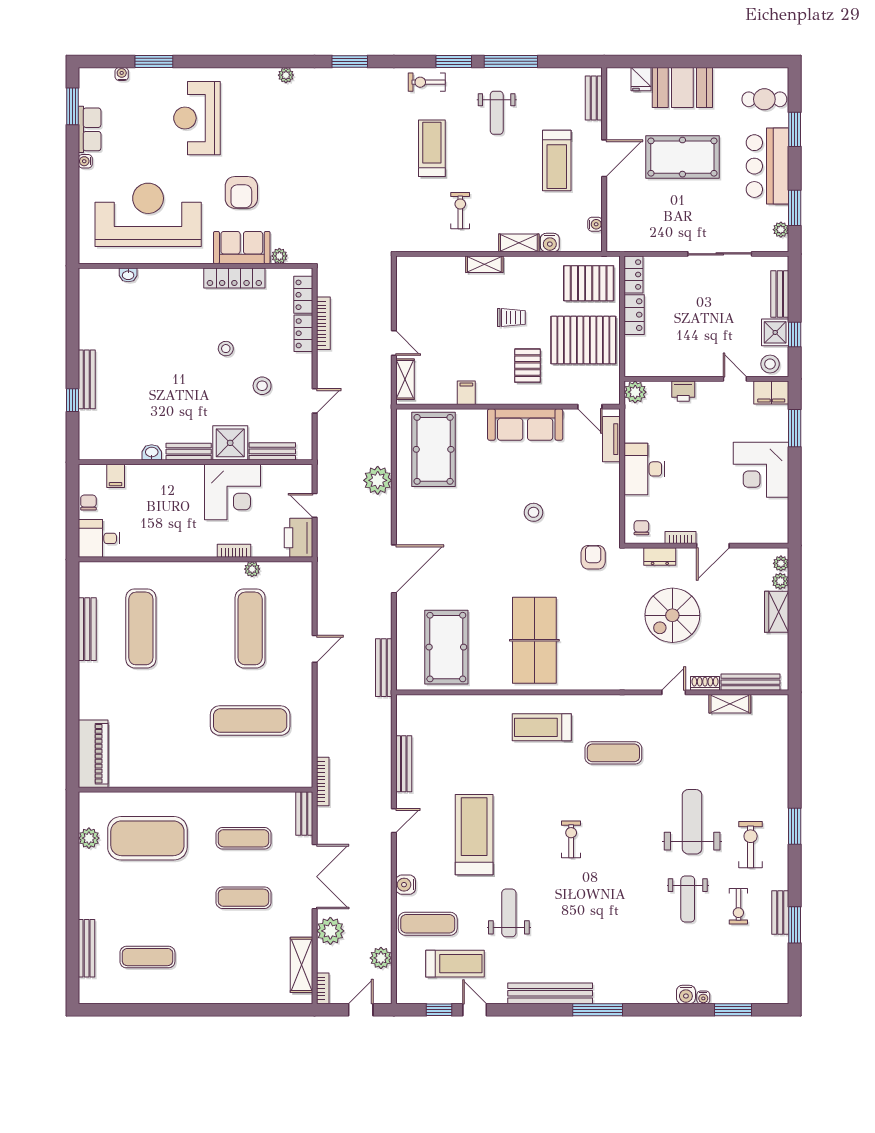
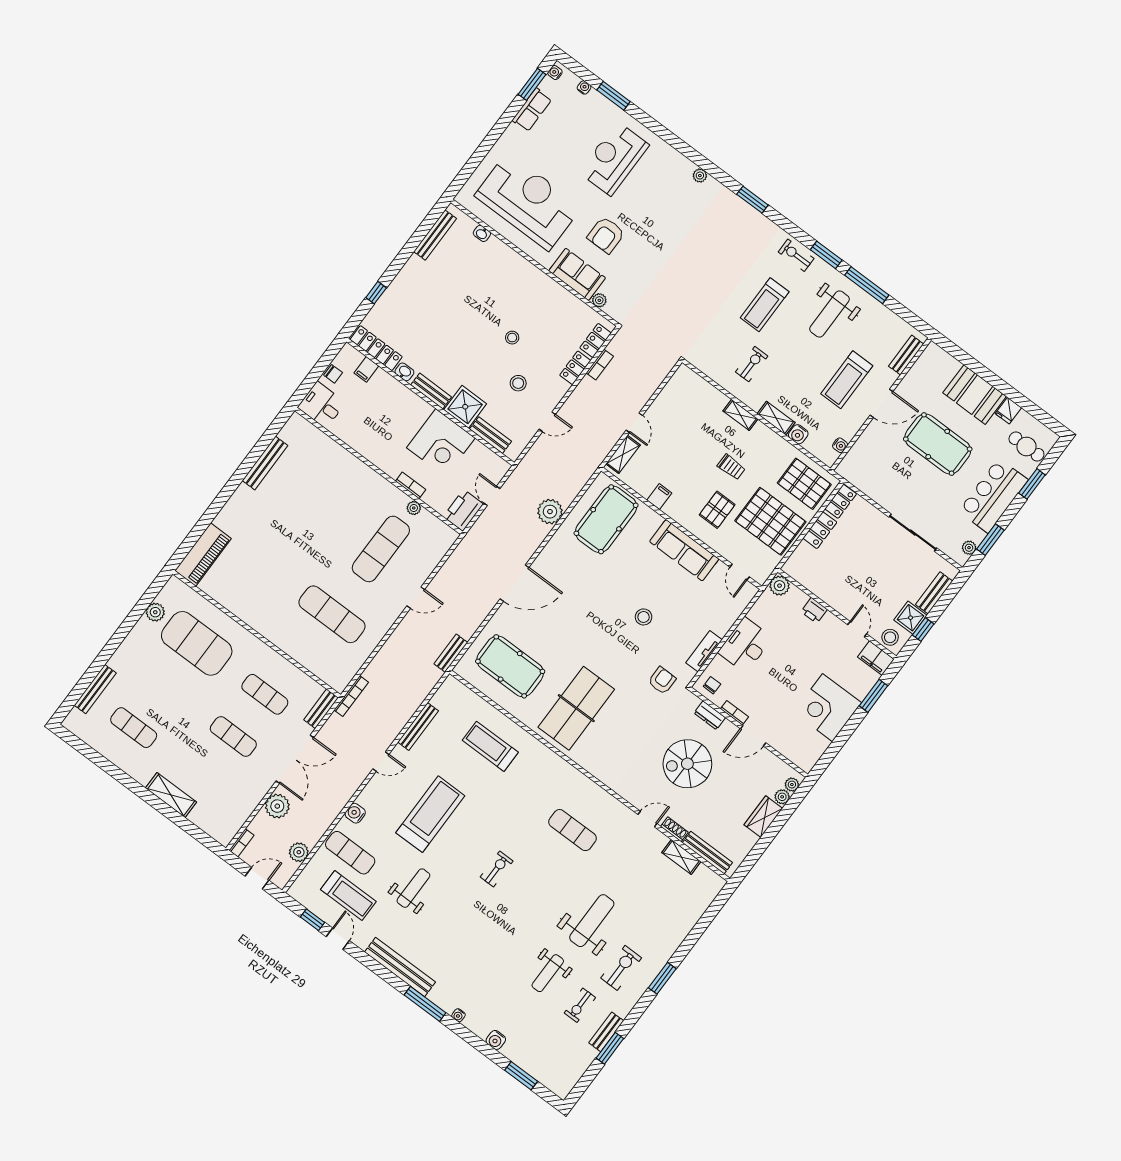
fridge: (641, 79) -> (1008, 411), moved
weight bench: (497, 113) -> (829, 314), width x1.36, depth x1.33
treadmill: (432, 148) -> (765, 305), turned 180
water cooler: (85, 161) -> (555, 73), moved
locker: (234, 278) -> (376, 348), moved, turned 180
bookcase: (323, 323) -> (600, 365), width x0.64
bench: (87, 379) -> (435, 235), moved
tv unit: (611, 439) -> (704, 651), moved
chair: (88, 503) -> (333, 374), turned 90
exercise mat: (141, 628) -> (303, 491), removed
pool table: (446, 647) -> (510, 666), turned 90
bench: (384, 668) -> (451, 653), width x0.73
treadmill: (542, 727) -> (490, 746), moved
shelving: (301, 965) -> (171, 795), moved, turned 90
water cooler: (703, 997) -> (458, 1015), moved

